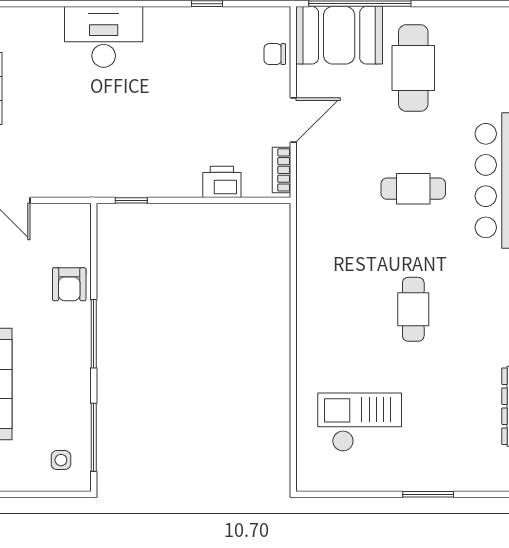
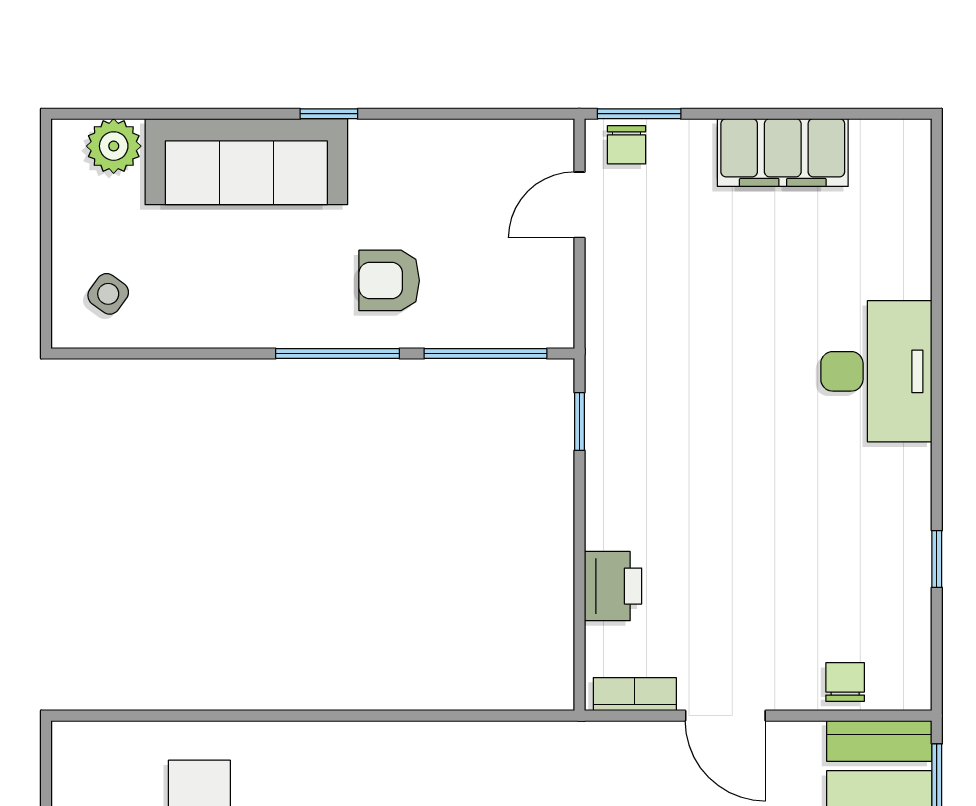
armchair: (69, 284) -> (389, 280), moved
window: (94, 437) -> (485, 354), moved
side table: (61, 460) -> (108, 294), turned 36

